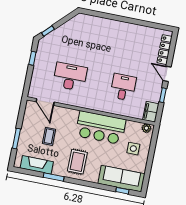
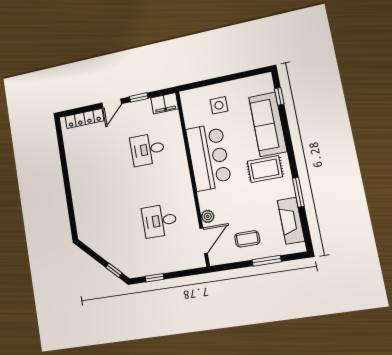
desk: (70, 77) -> (160, 221), width x0.73
plant: (146, 128) -> (208, 216), moved
coffee table: (49, 136) -> (247, 239), moved
sofa: (121, 179) -> (268, 124), moved

